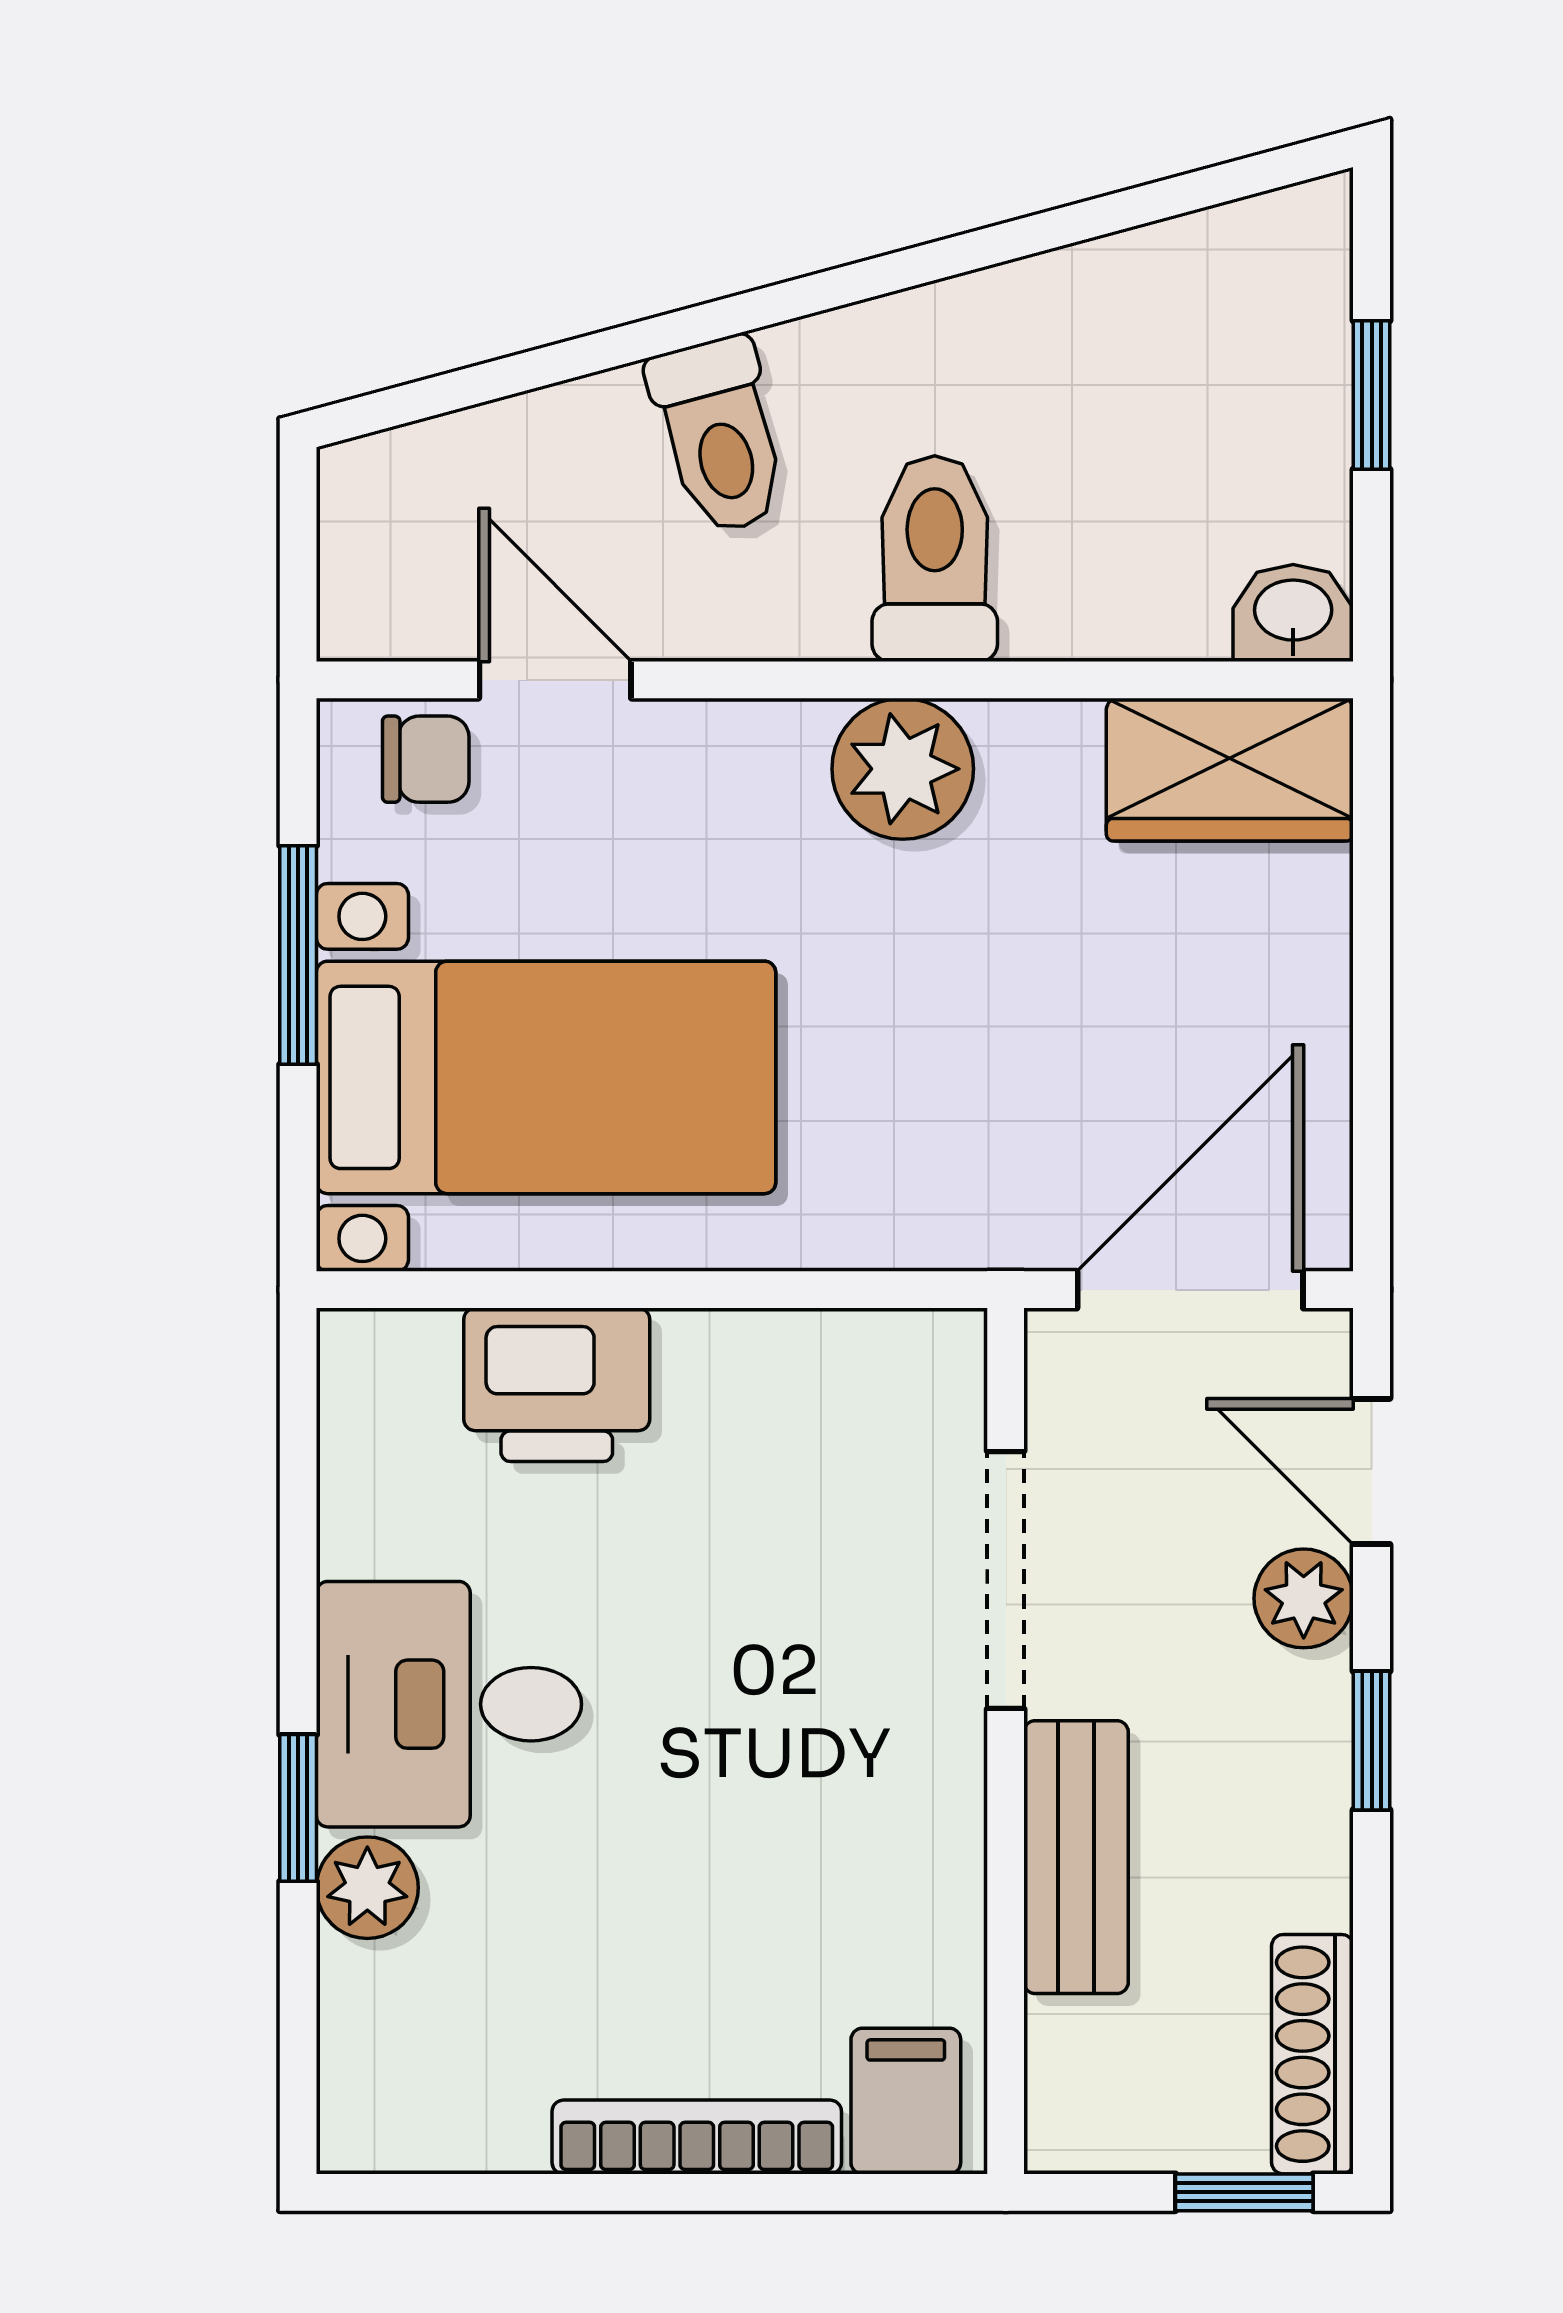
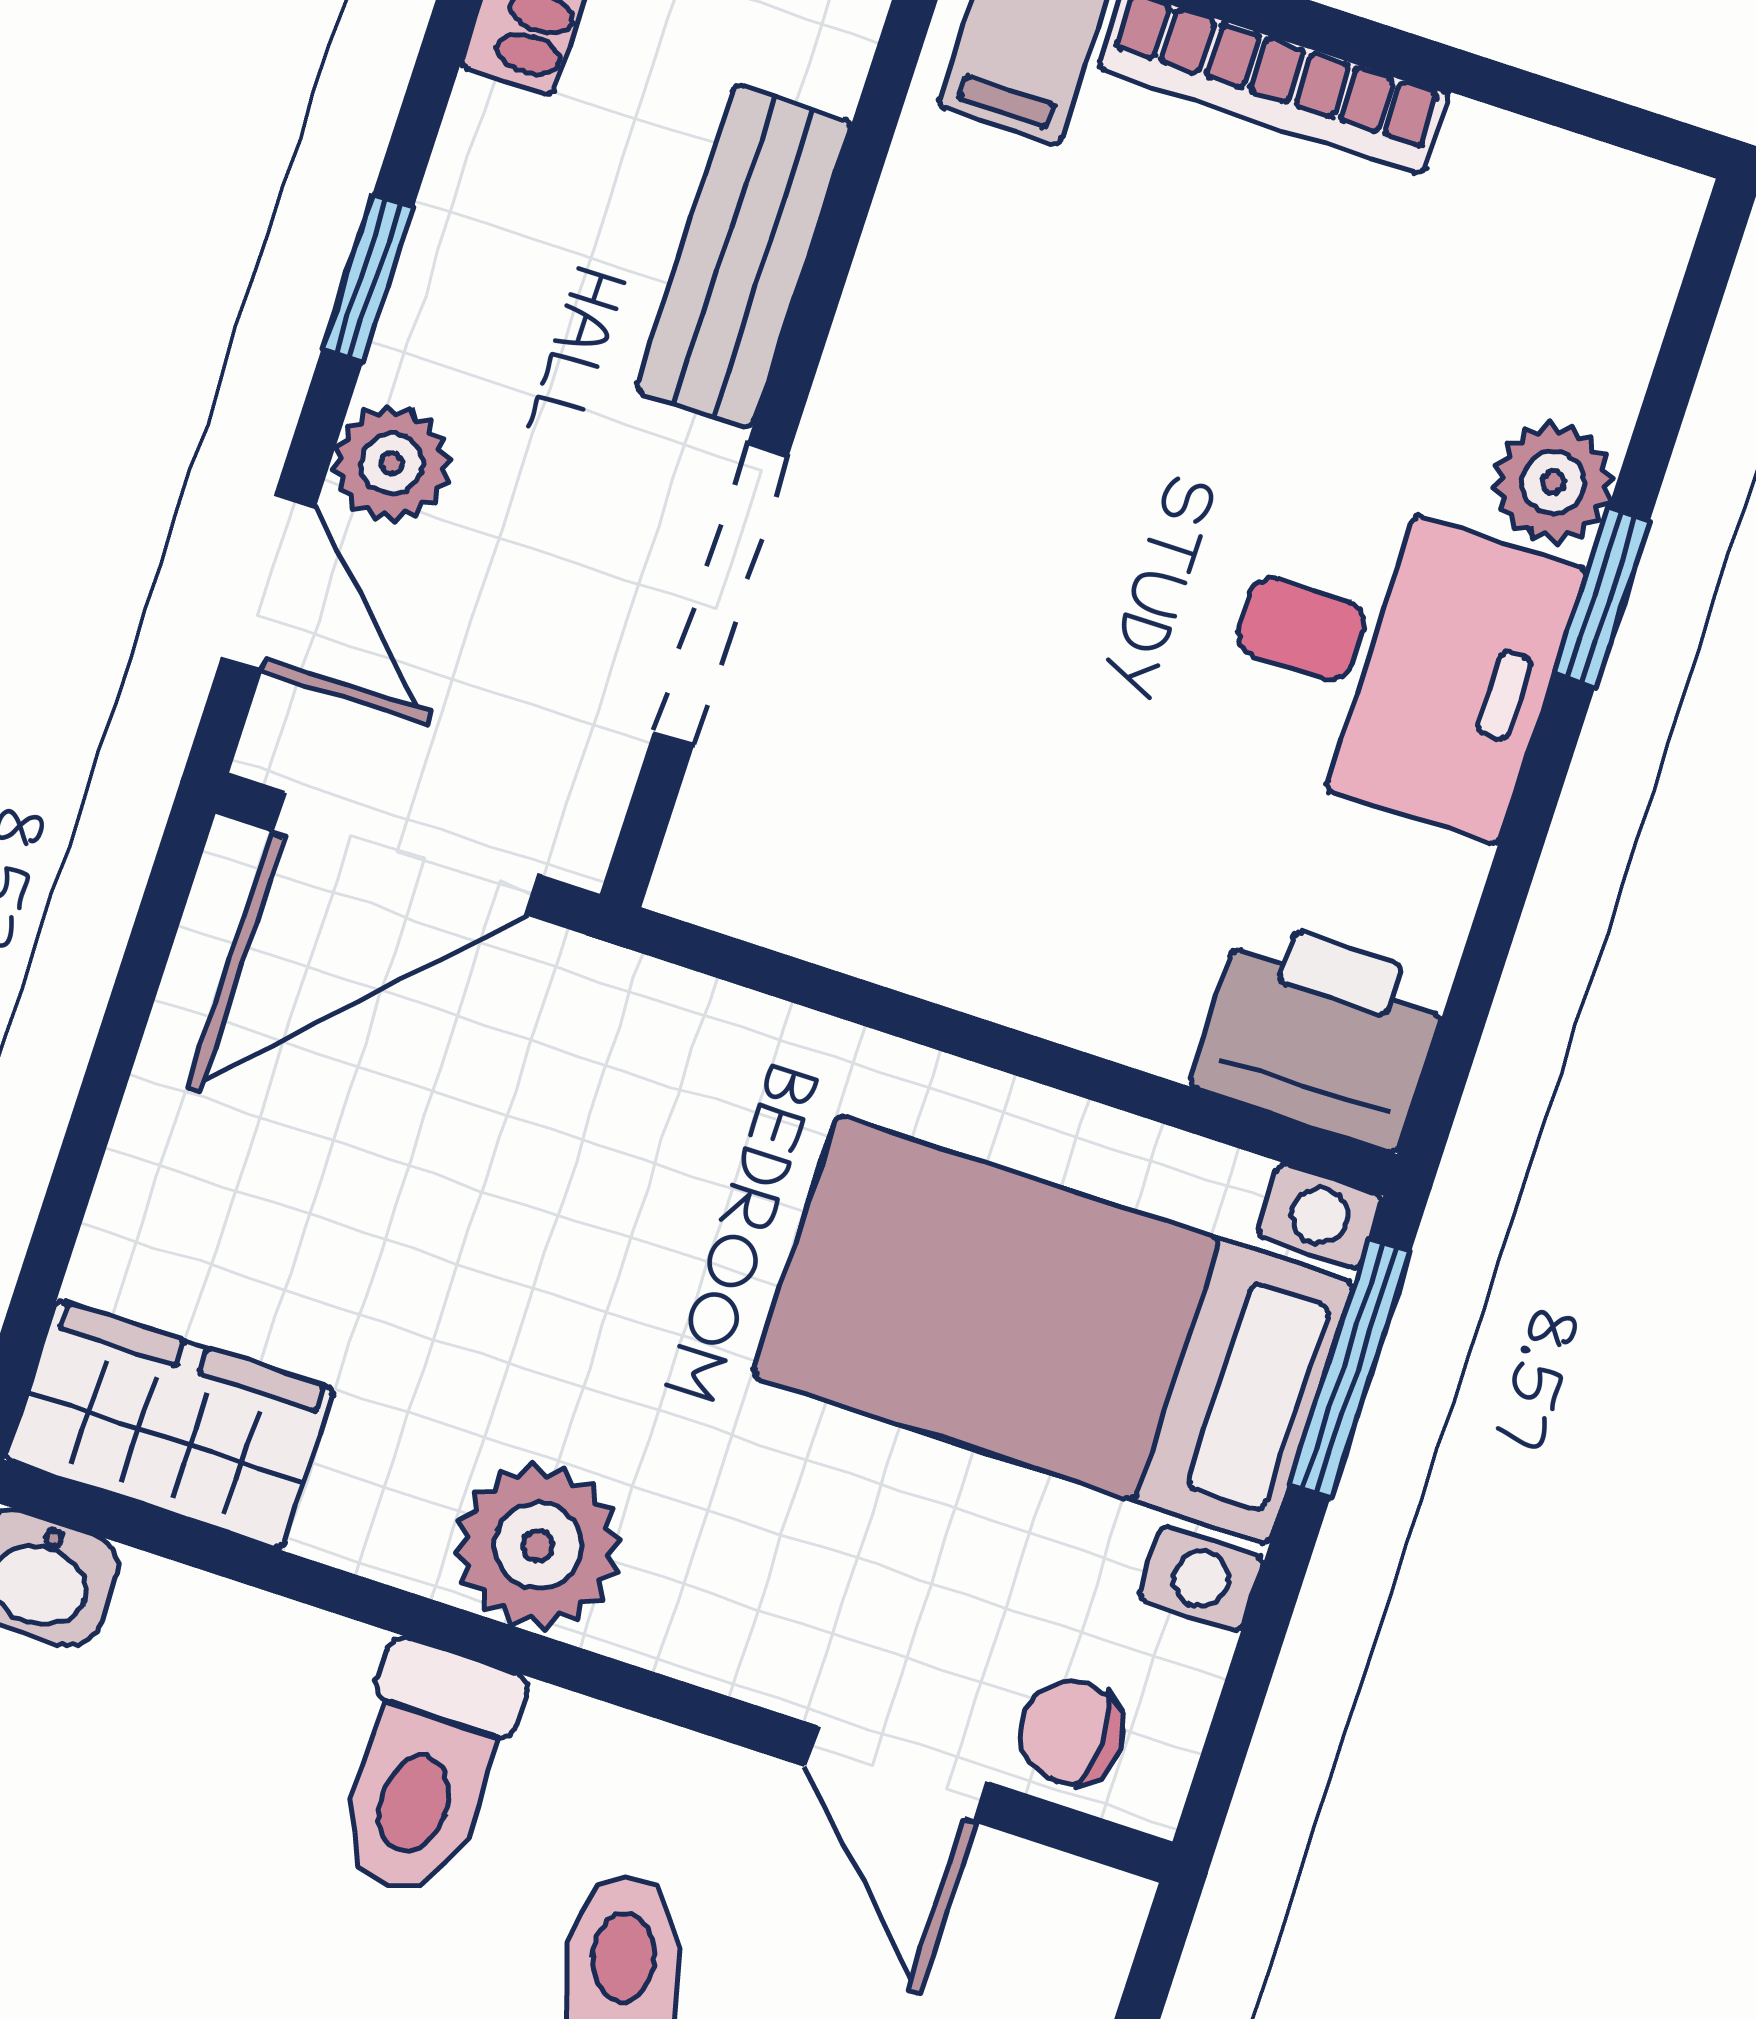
window: (298, 955) -> (1350, 1368), moved
printer: (557, 1385) -> (1321, 1034), moved

